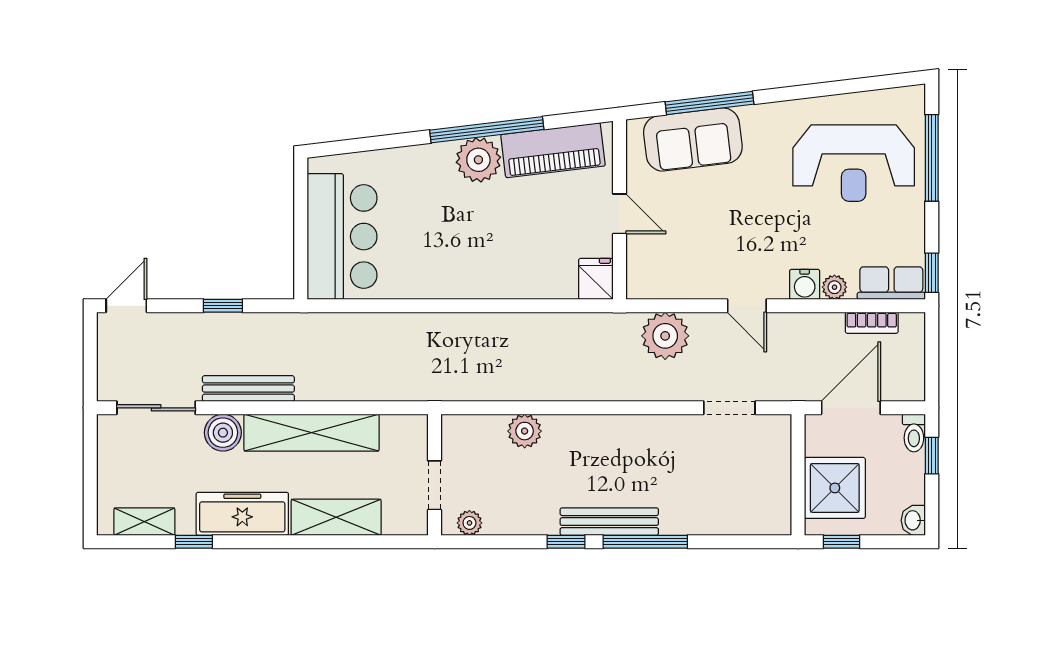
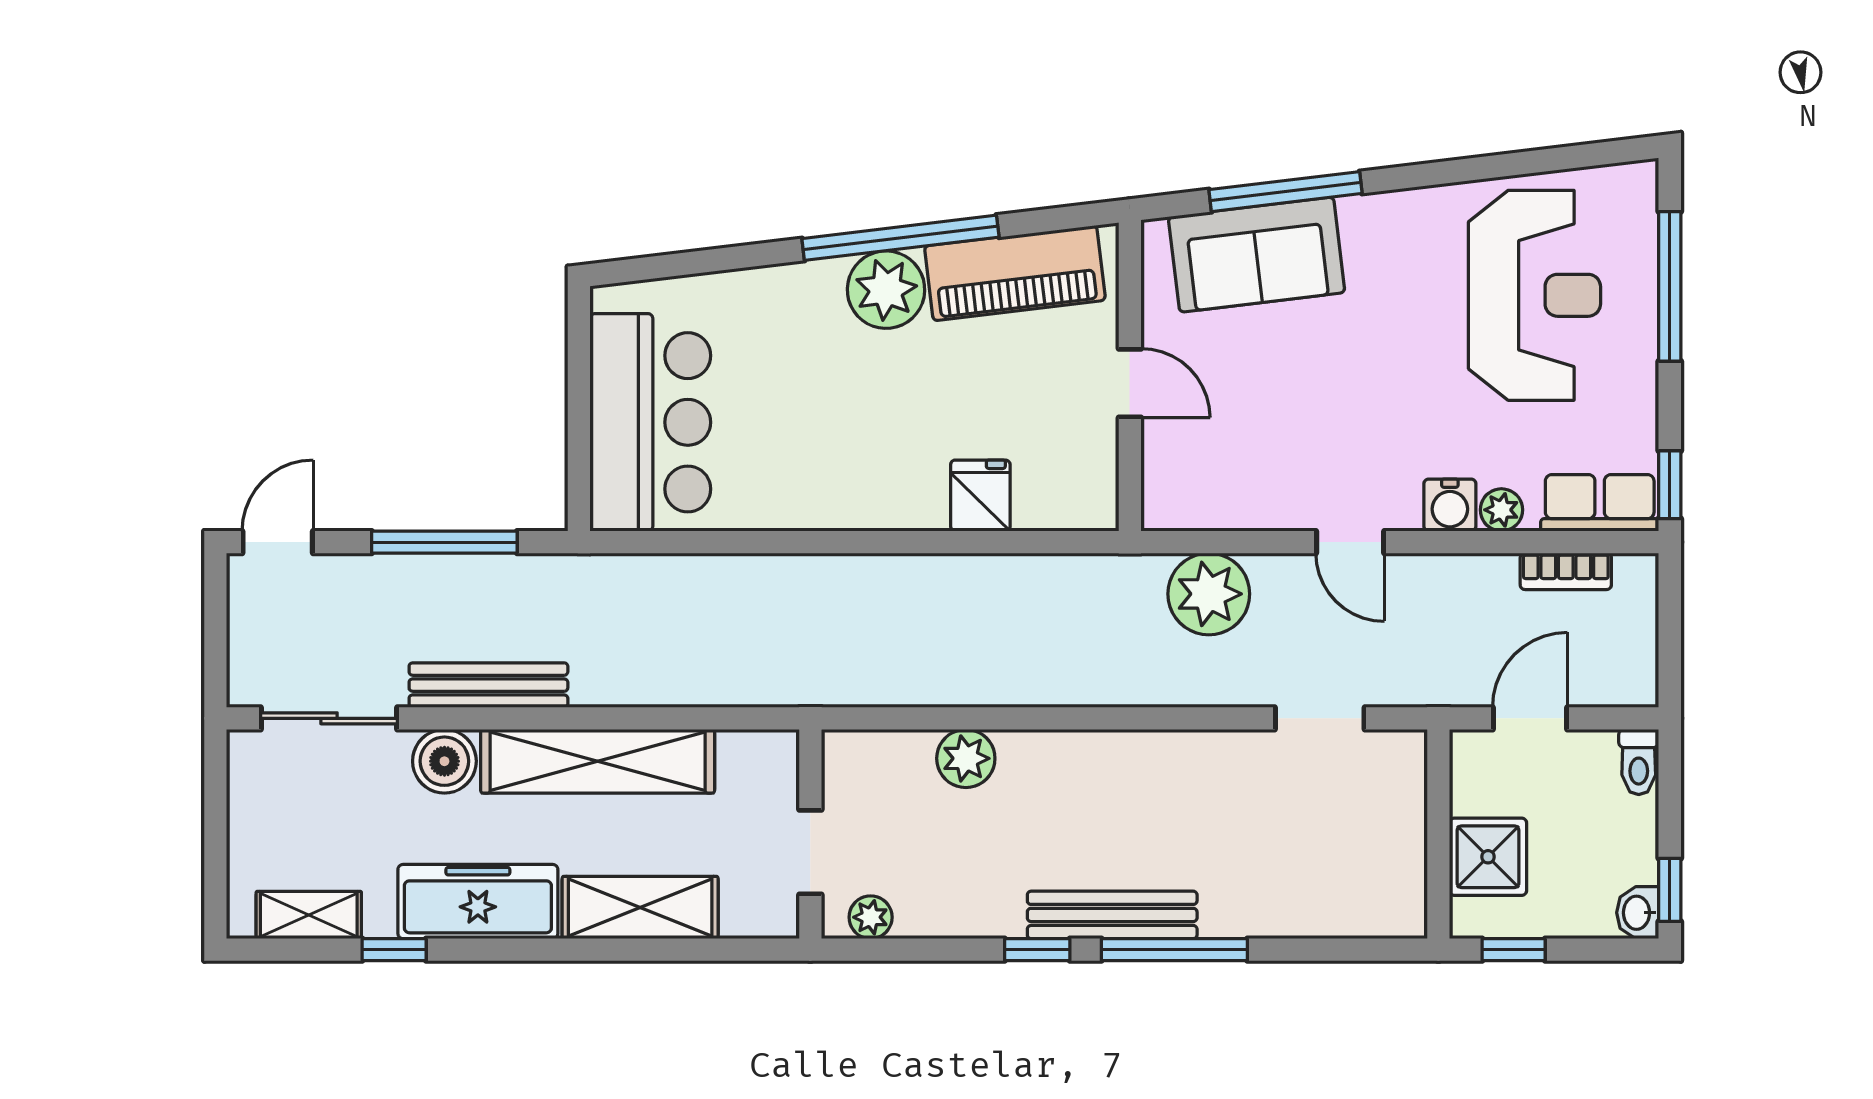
reception desk: (854, 163) -> (1534, 295), turned -90
fridge: (596, 279) -> (980, 496), moved
window: (223, 306) -> (444, 542), width x2.17
door: (851, 408) -> (1530, 718), width x0.73
window: (932, 456) -> (1670, 890), moved
shower: (835, 488) -> (1488, 857), width x0.73, depth x0.73

